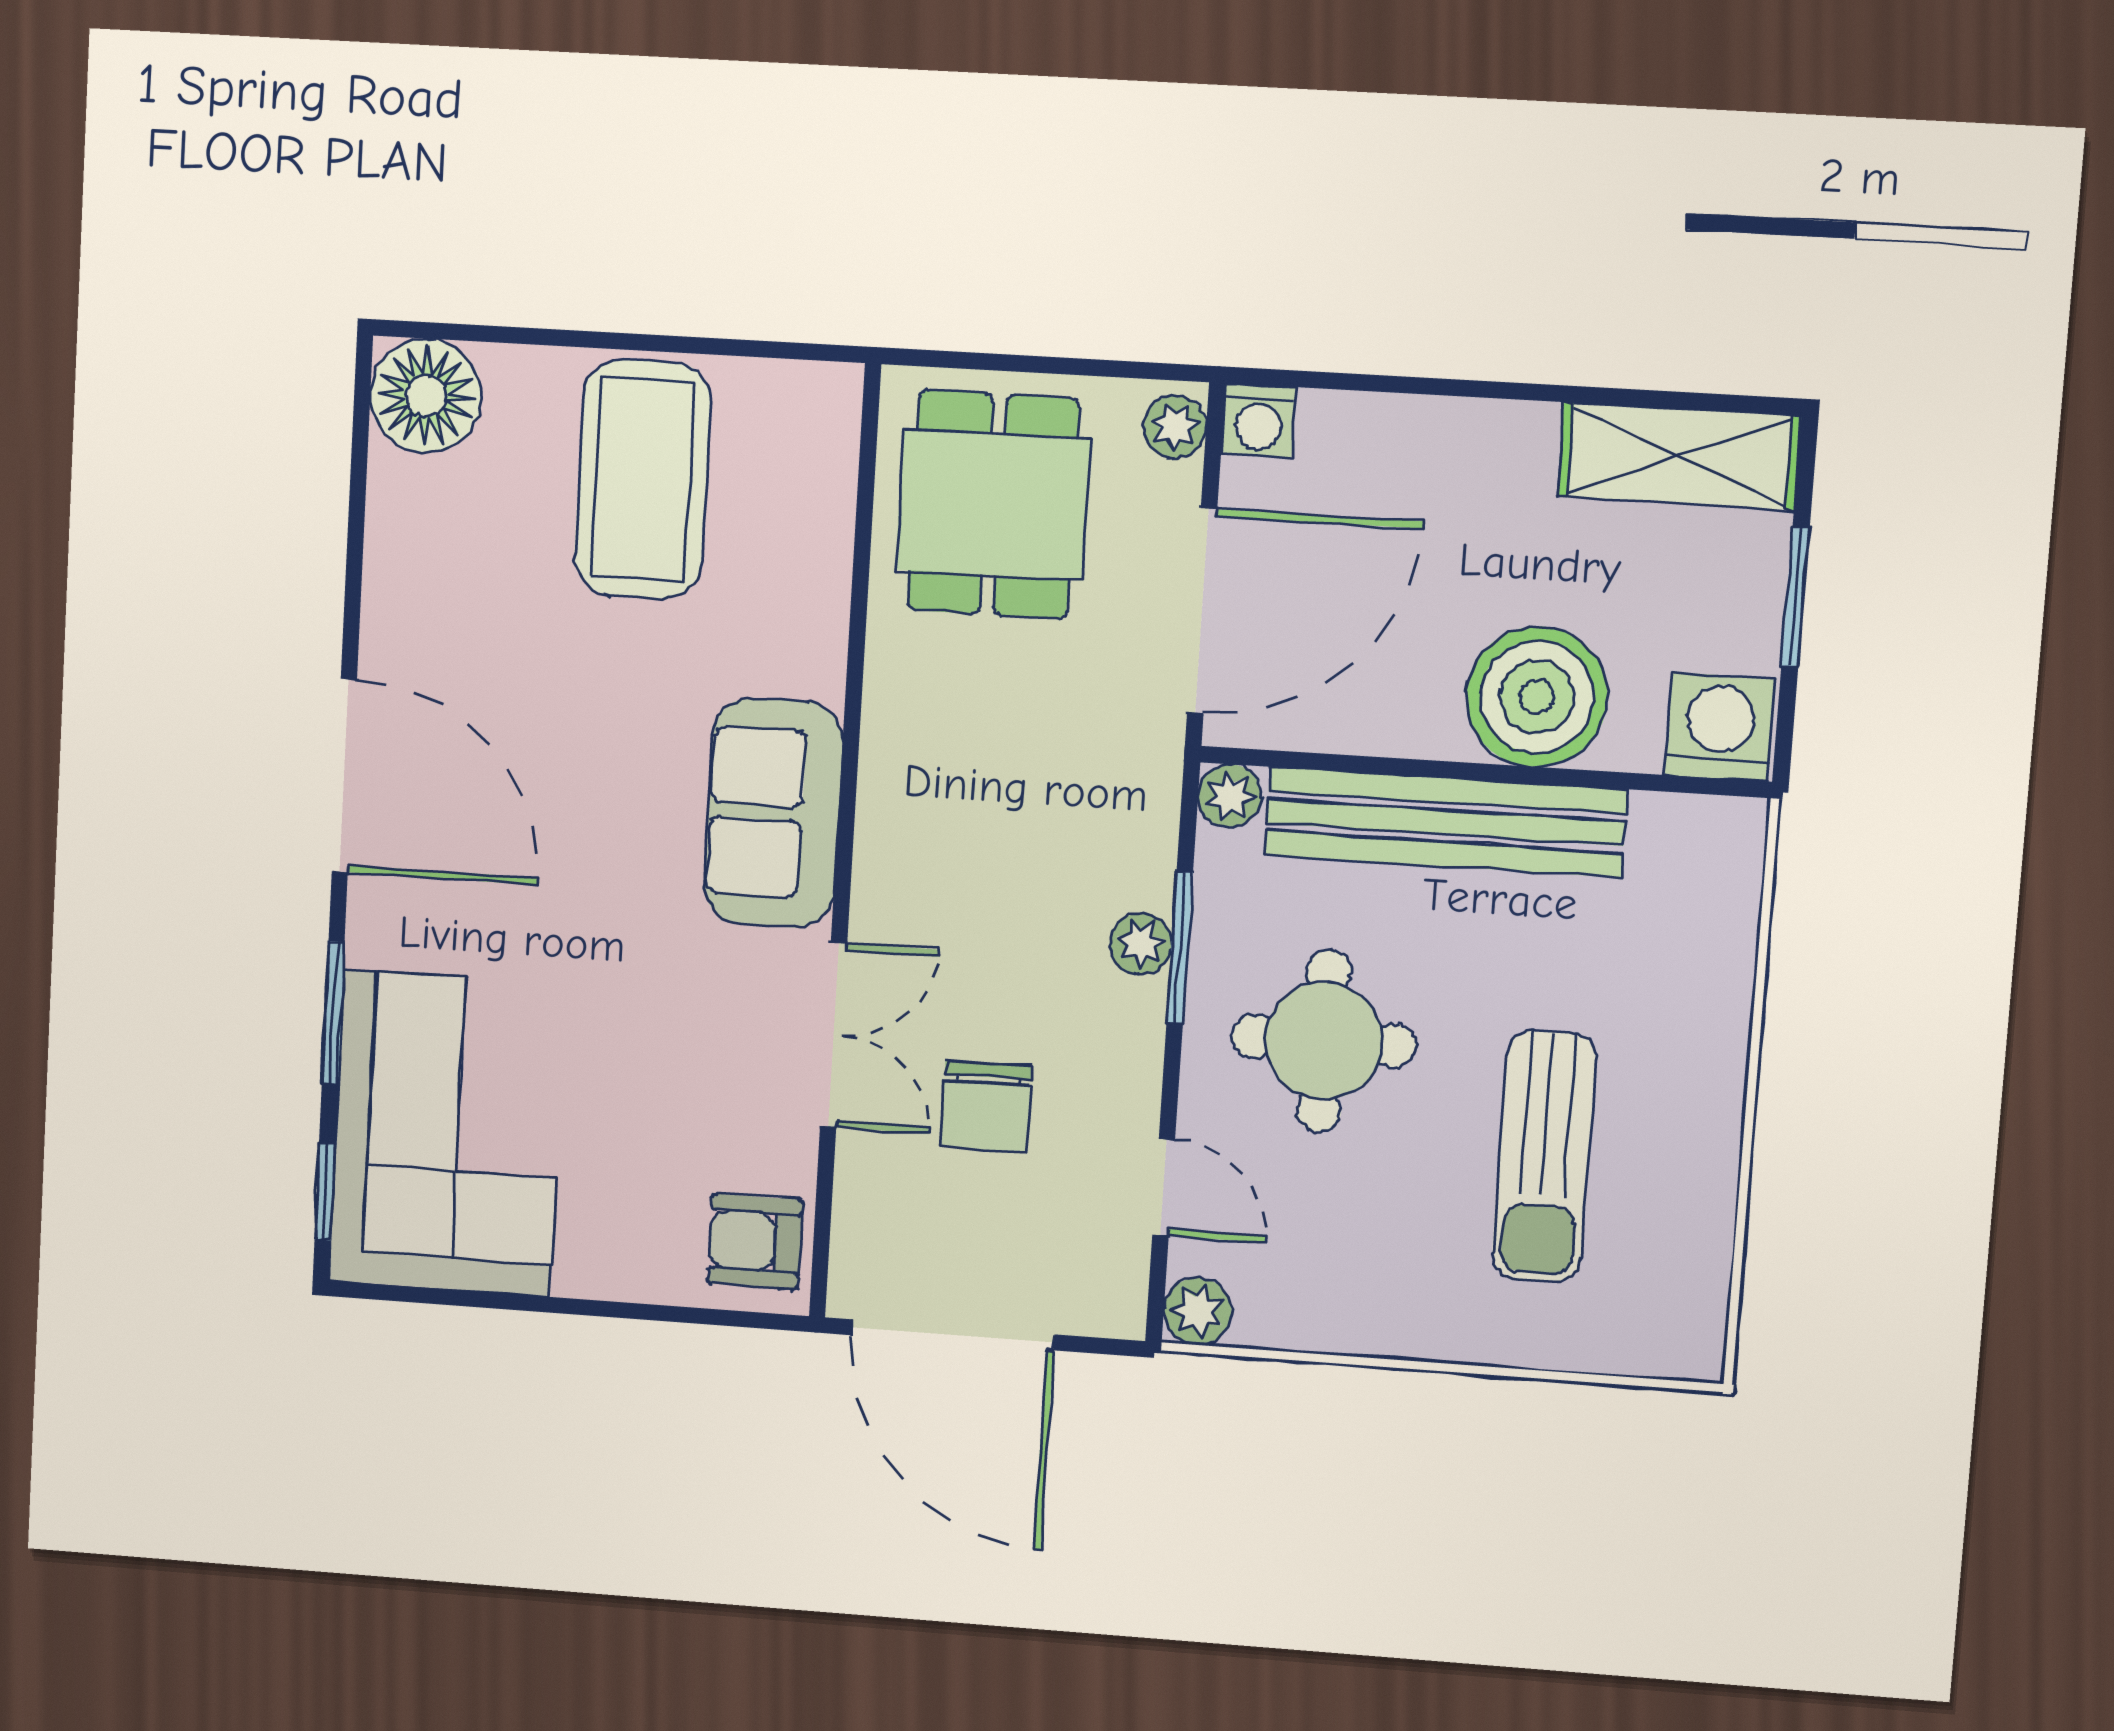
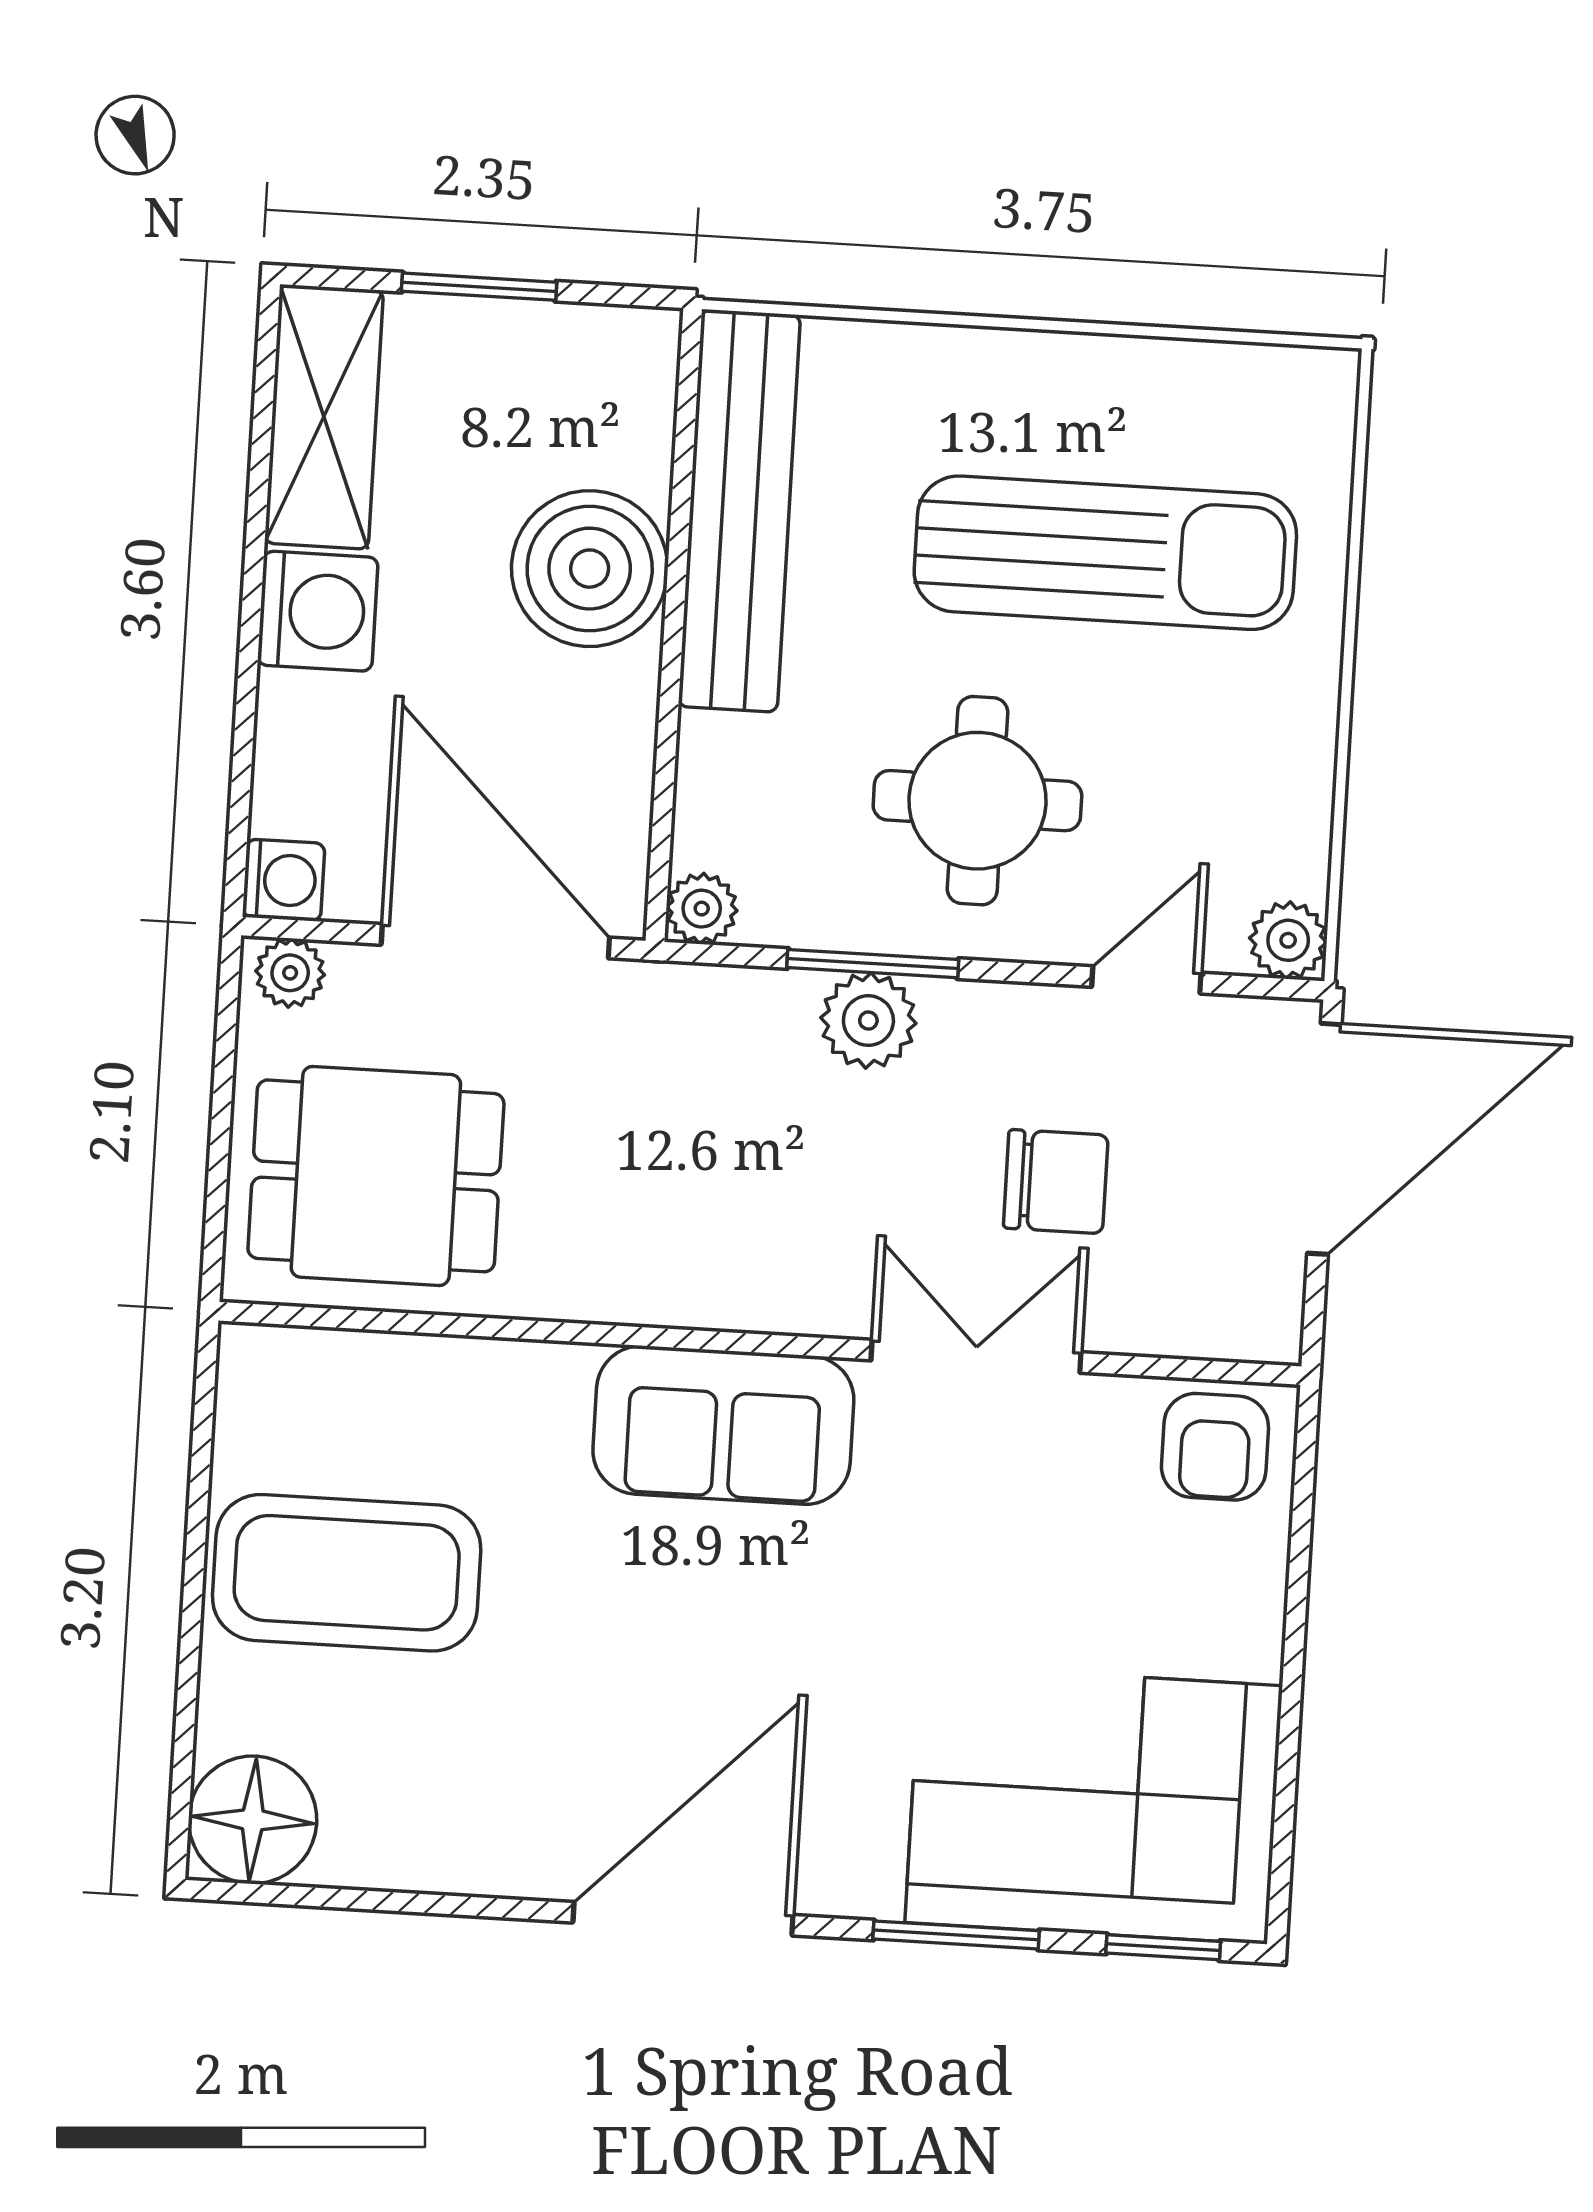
washing machine: (1720, 727) -> (318, 611), moved, turned 180
bench: (1445, 822) -> (739, 511), moved
plant: (1141, 944) -> (868, 1021), width x1.38, depth x1.38
sun lounger: (1544, 1156) -> (1105, 553), width x1.36, depth x1.34
door: (953, 1335) -> (1324, 1139), moved

